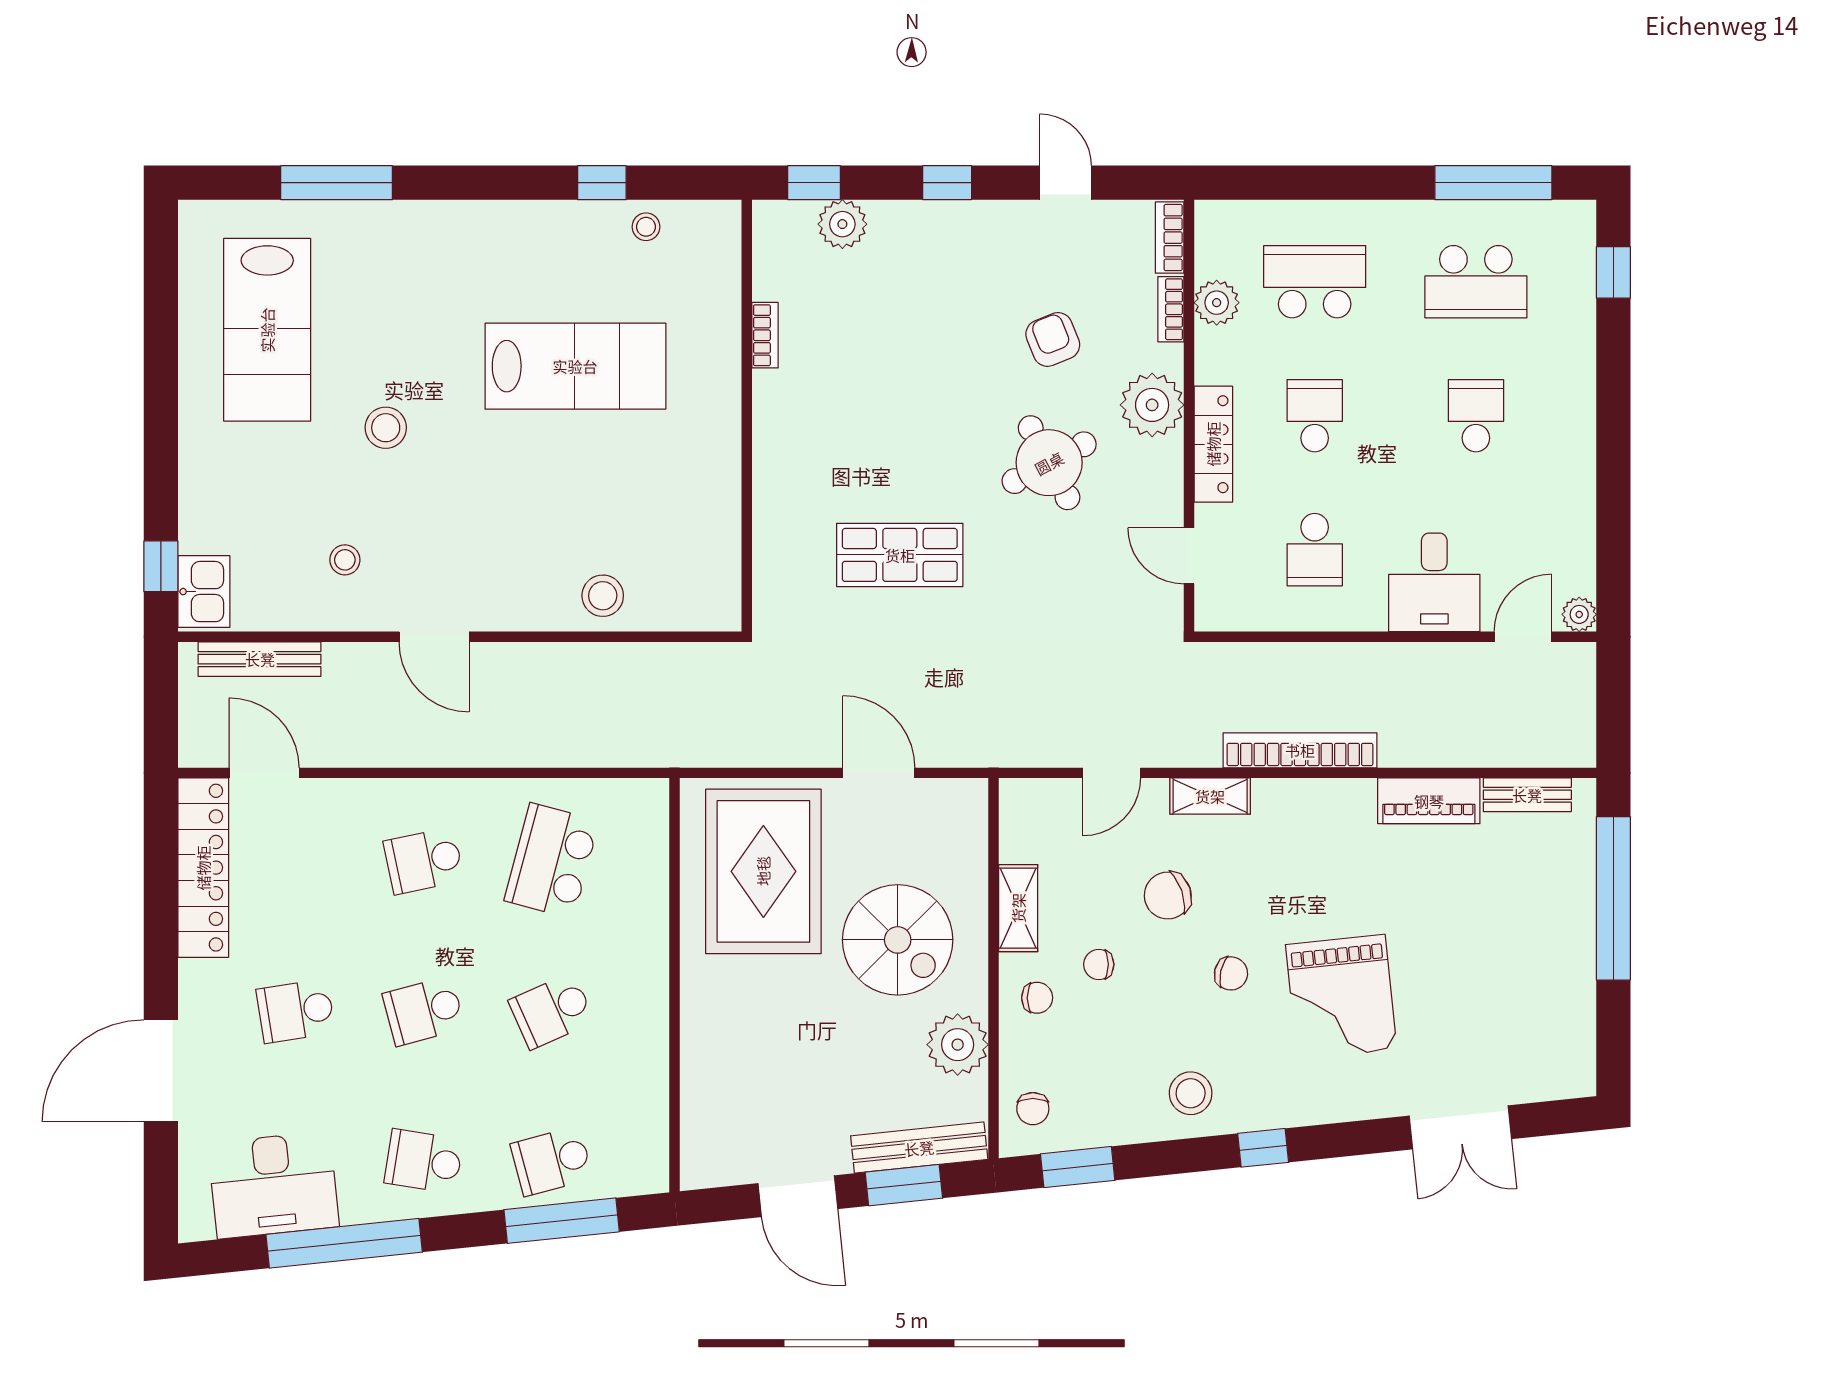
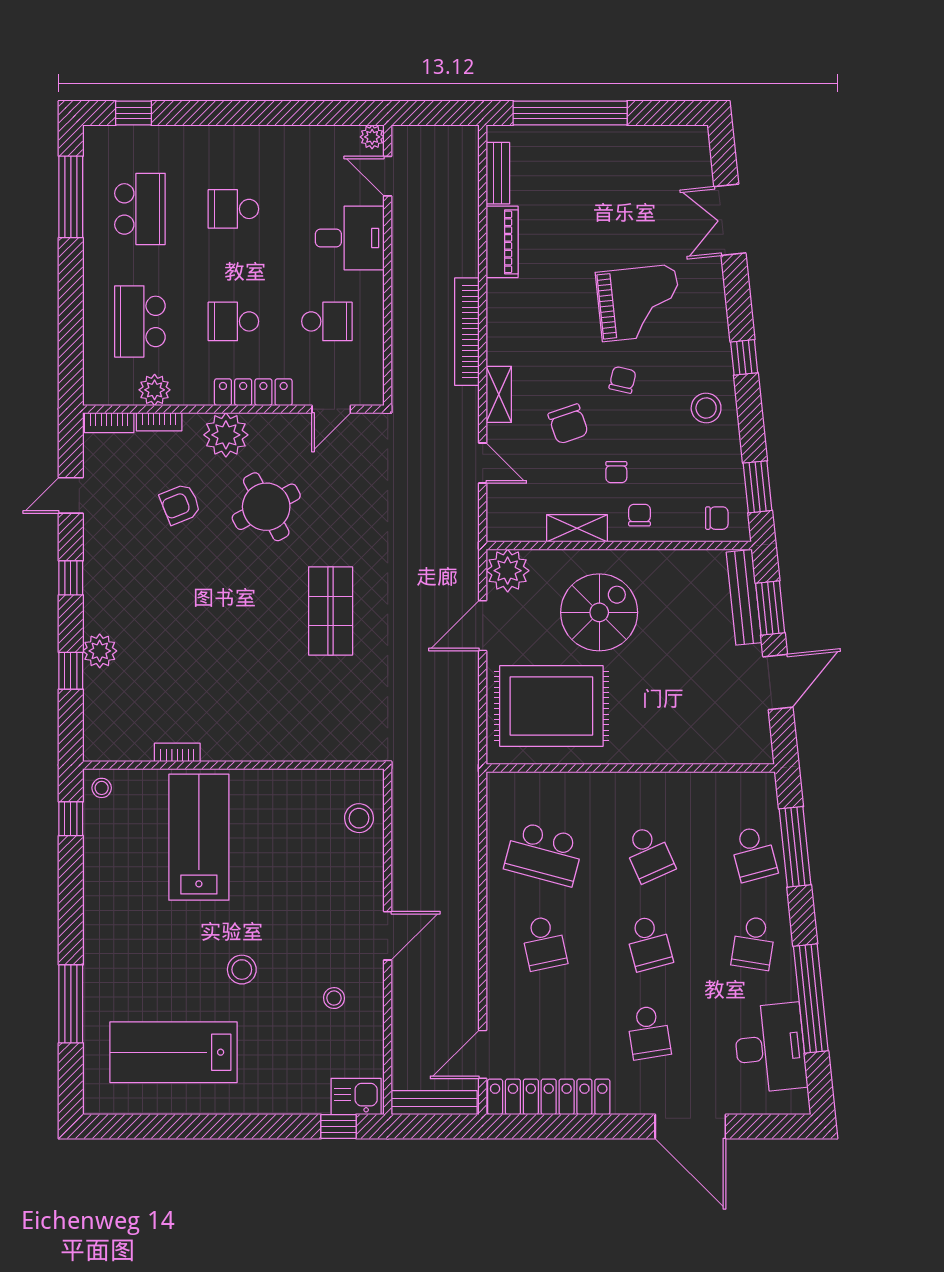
lab bench: (267, 330) -> (173, 1052), turned 180
bookcase: (765, 335) -> (177, 752), moved
wall: (747, 416) -> (233, 765), moved
bench: (260, 659) -> (434, 1103), moved, turned 90
plant: (958, 1045) -> (508, 571), moved
double door: (1460, 1127) -> (730, 220), swing flipped

